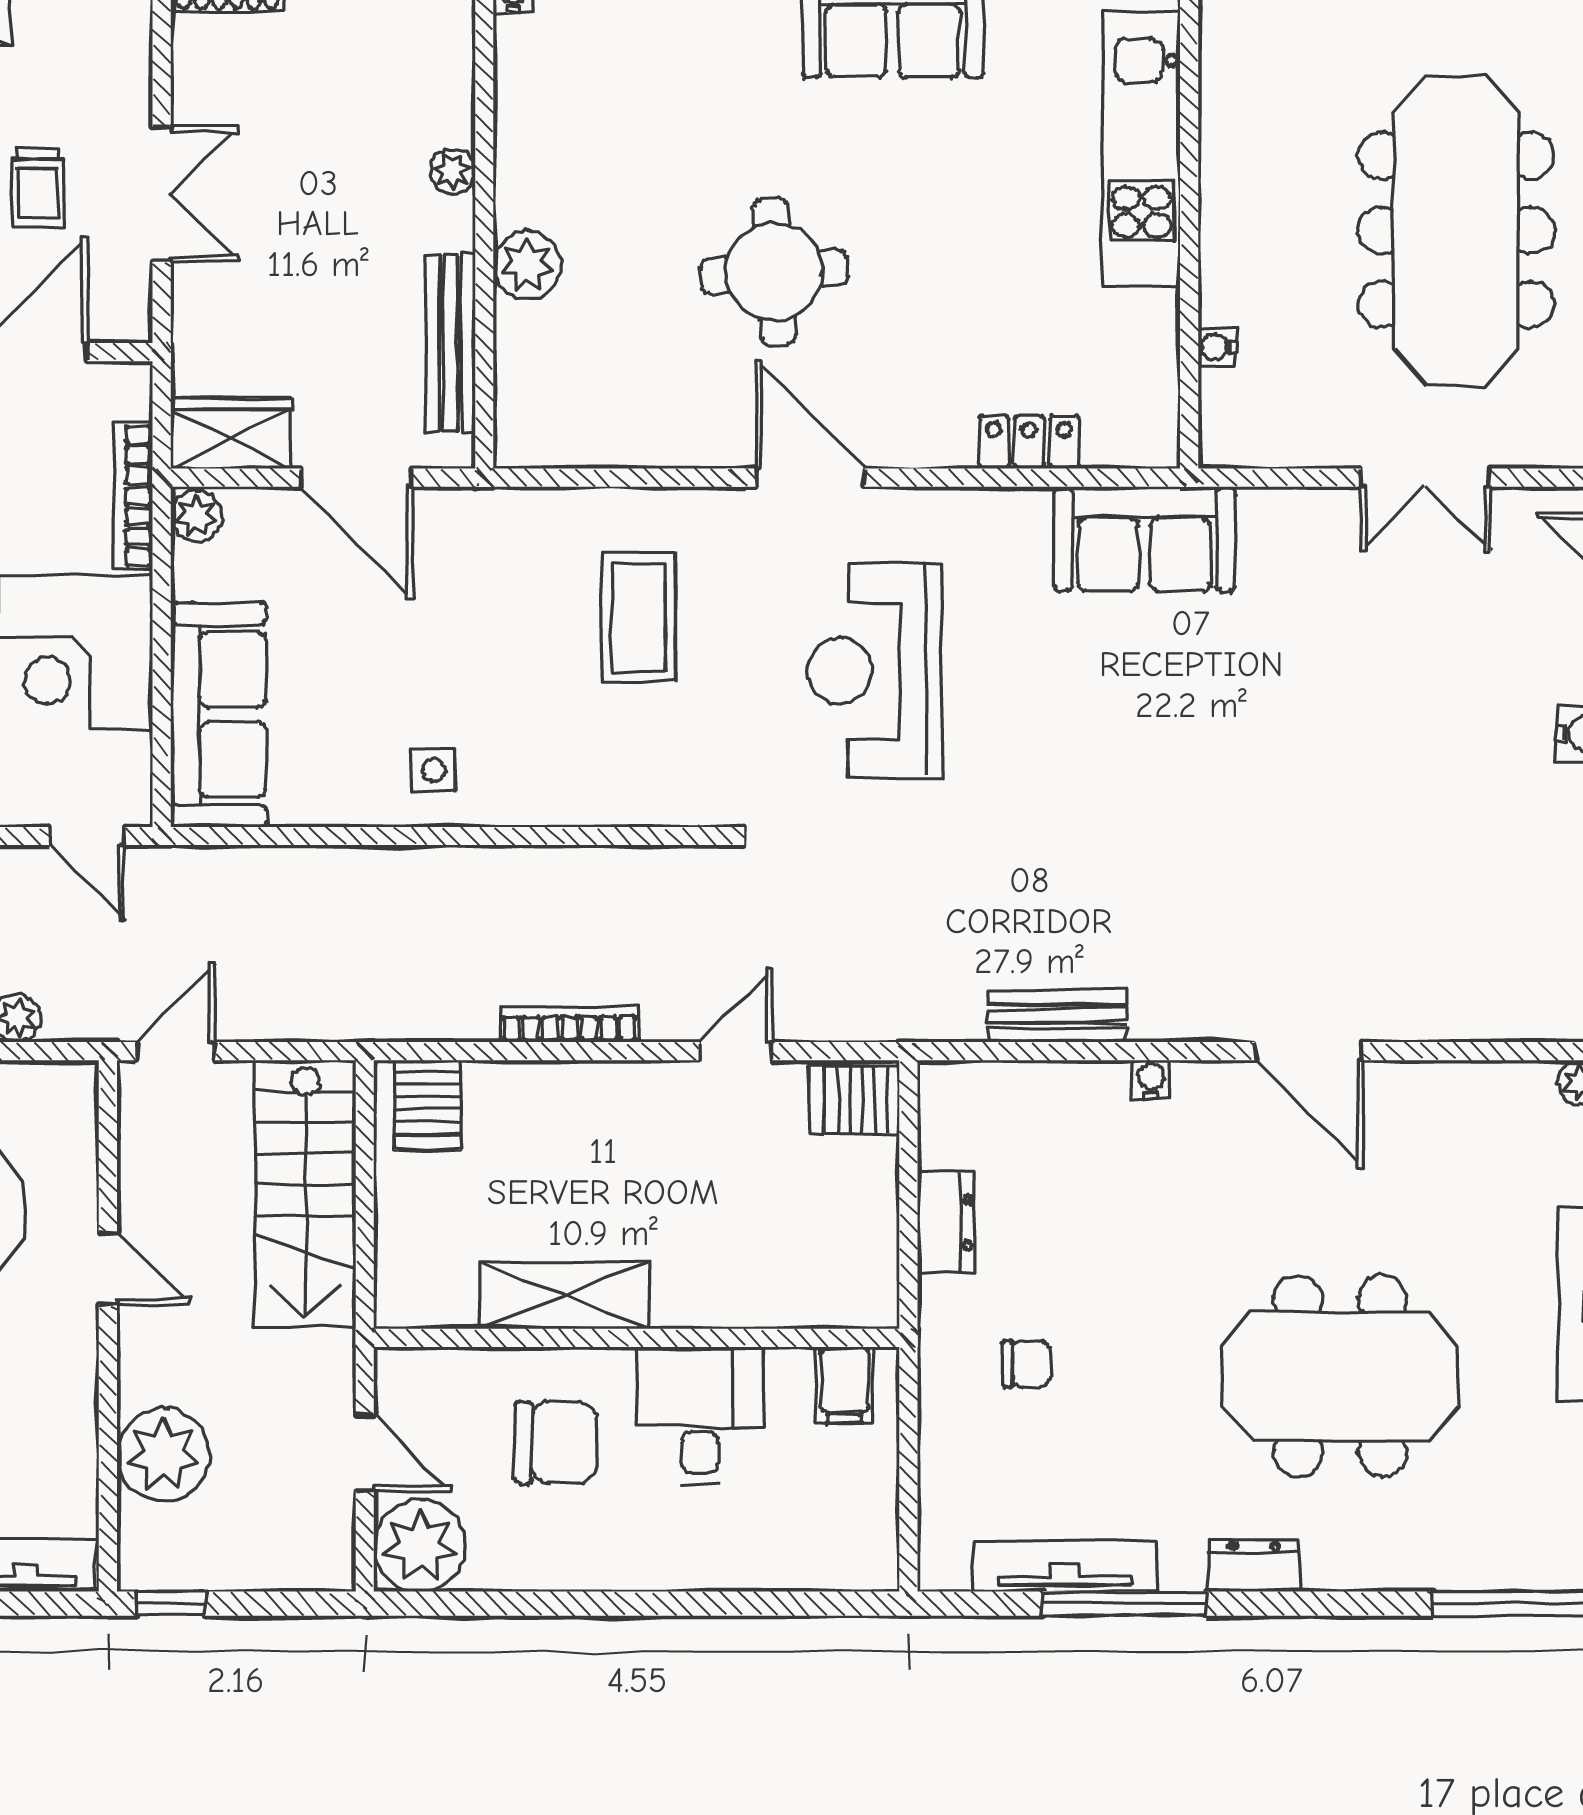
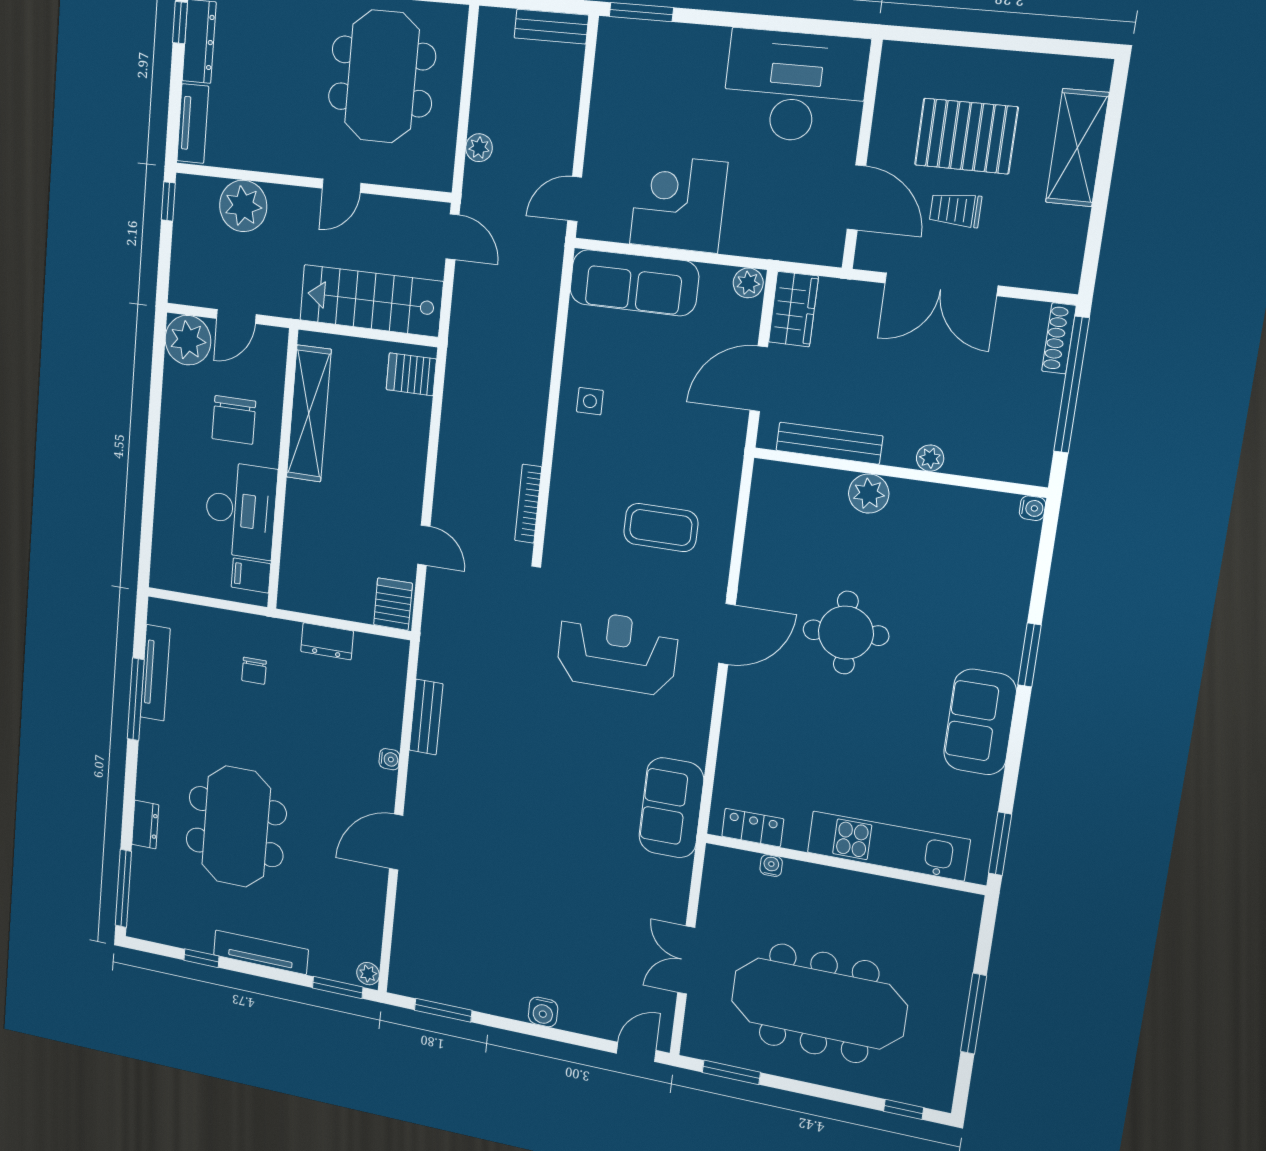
double door: (162, 194) -> (941, 284), width x1.37
locker: (1029, 442) -> (753, 828), moved, turned -90
bookcase: (134, 496) -> (764, 248), removed
bookcase: (570, 1024) -> (528, 504), moved, turned 180
shelving: (564, 1295) -> (309, 414), width x1.47
desk: (700, 1415) -> (241, 510), width x1.37
dresser: (1254, 1566) -> (145, 825), moved

